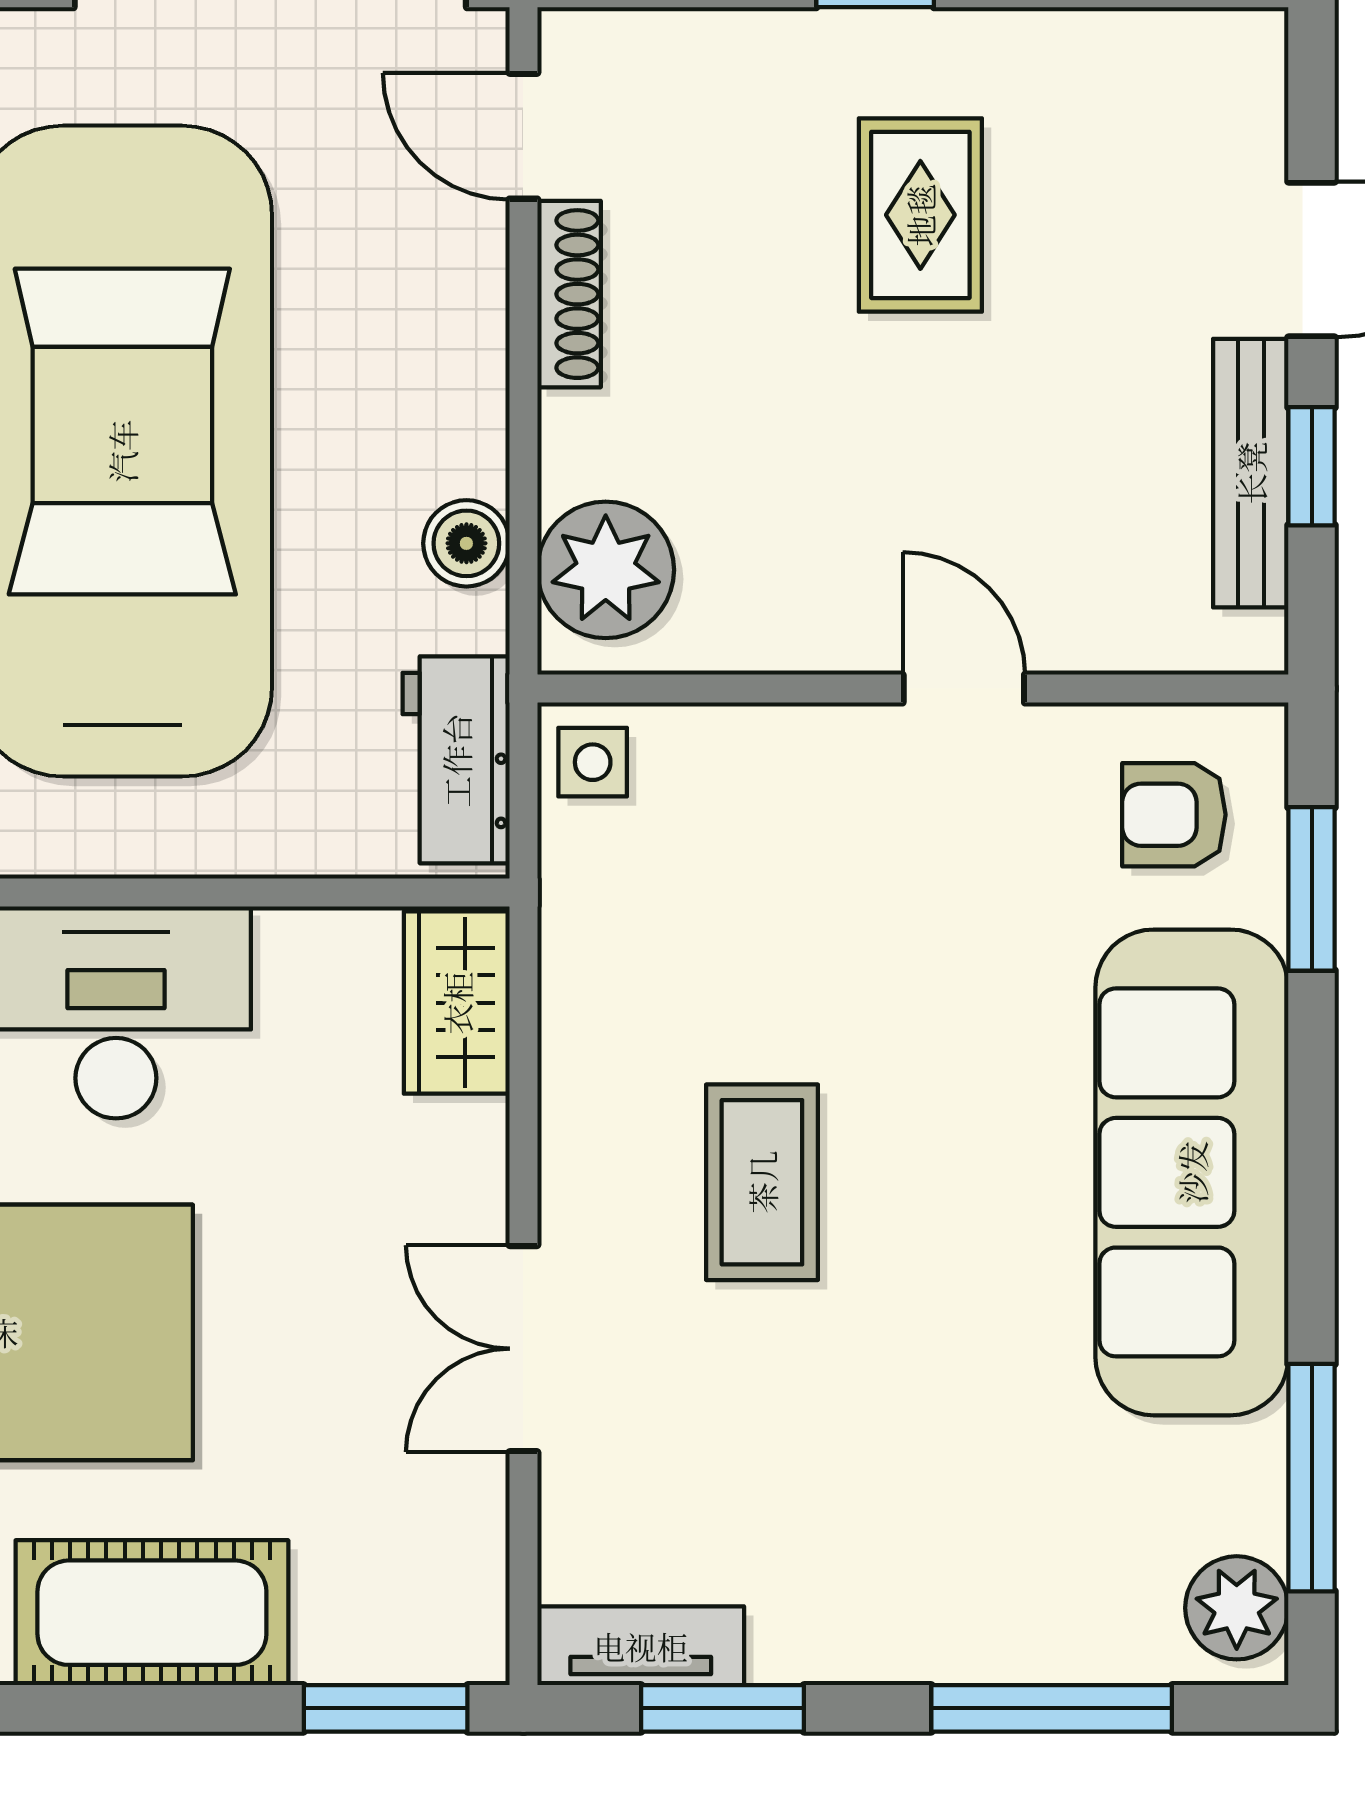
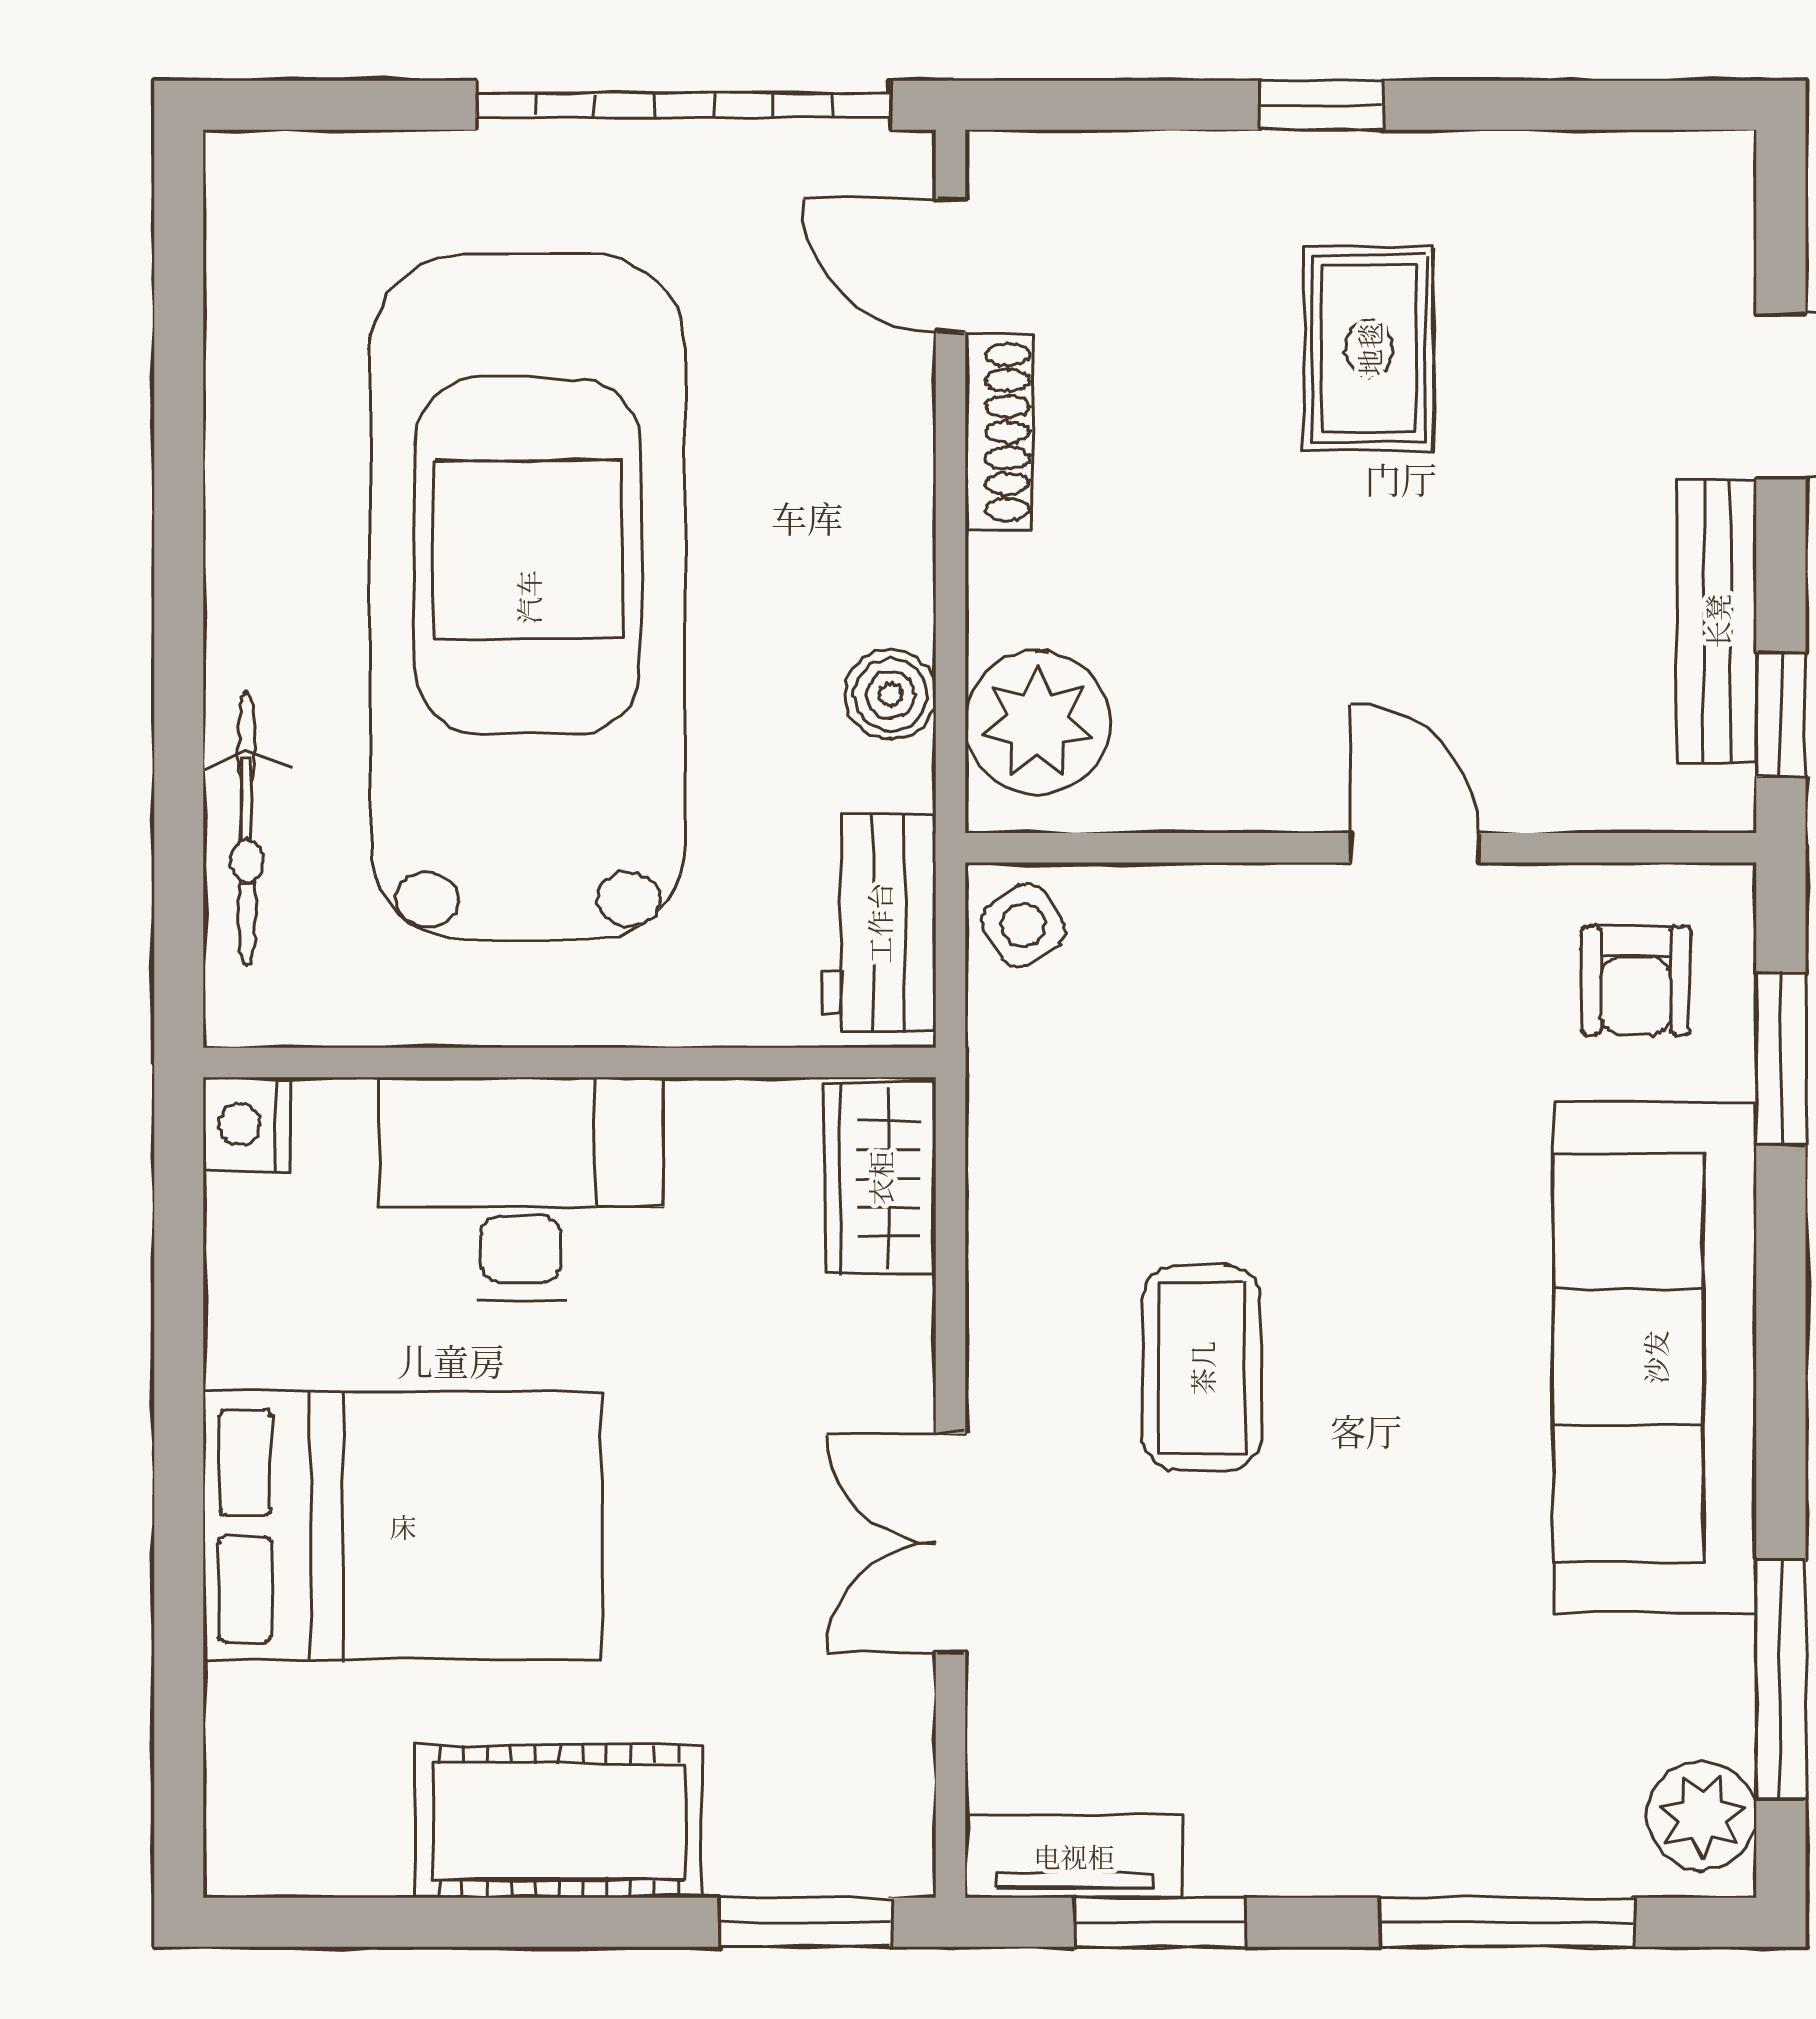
window: (1312, 466) -> (1781, 715), moved
side table: (593, 762) -> (1023, 925), turned -33
armchair: (1174, 815) -> (1636, 981), turned -90

